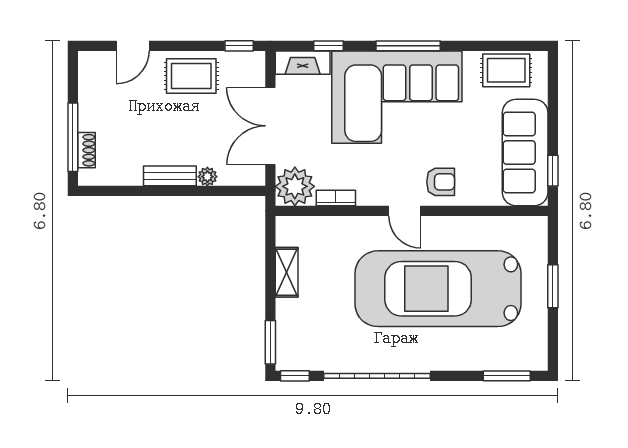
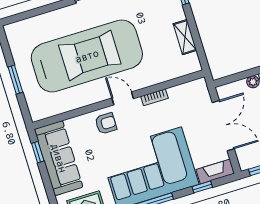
armchair: (441, 182) -> (106, 123), turned 180
plant: (295, 186) -> (196, 92), removed
bookcase: (336, 198) -> (154, 97), moved
window: (507, 376) -> (27, 15), removed

